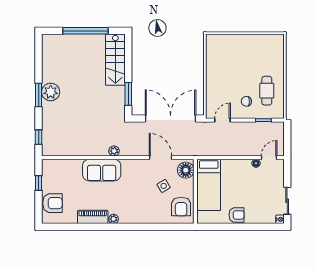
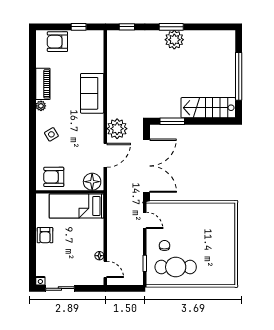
cafe table: (267, 91) -> (176, 267), width x1.37, depth x1.35
plant: (114, 151) -> (117, 129), moved, width x1.88, depth x1.88
side table: (164, 186) -> (51, 134), moved
armchair: (53, 203) -> (57, 42), turned 90

